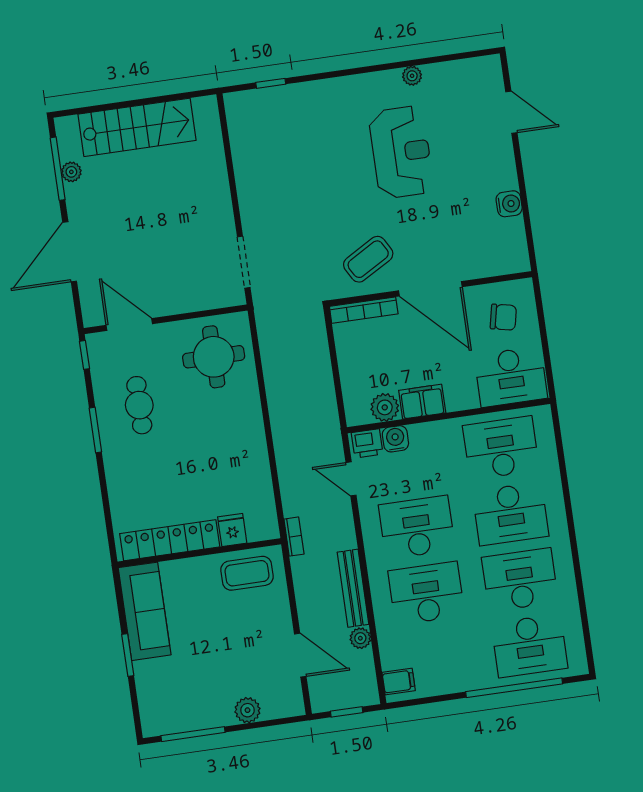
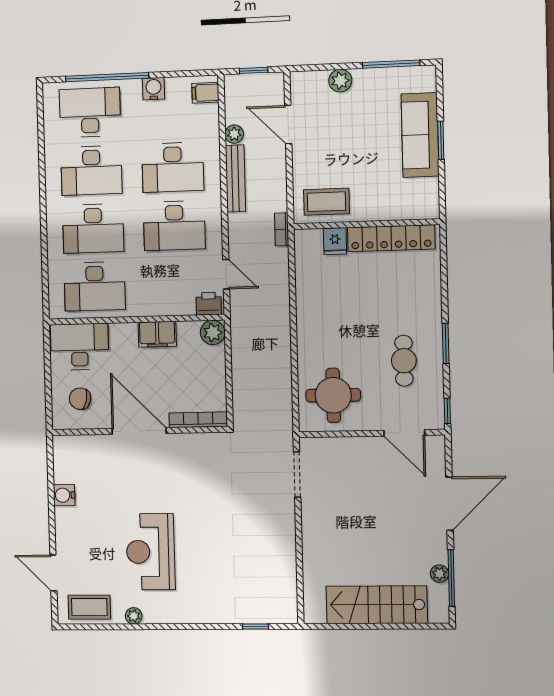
coffee table: (368, 259) -> (89, 607), moved, turned 30
plant: (385, 407) -> (213, 333), moved
water cooler: (395, 439) -> (154, 89), moved, turned 180
desk: (510, 514) -> (93, 229), turned 180
sofa: (145, 611) -> (420, 135), moved

